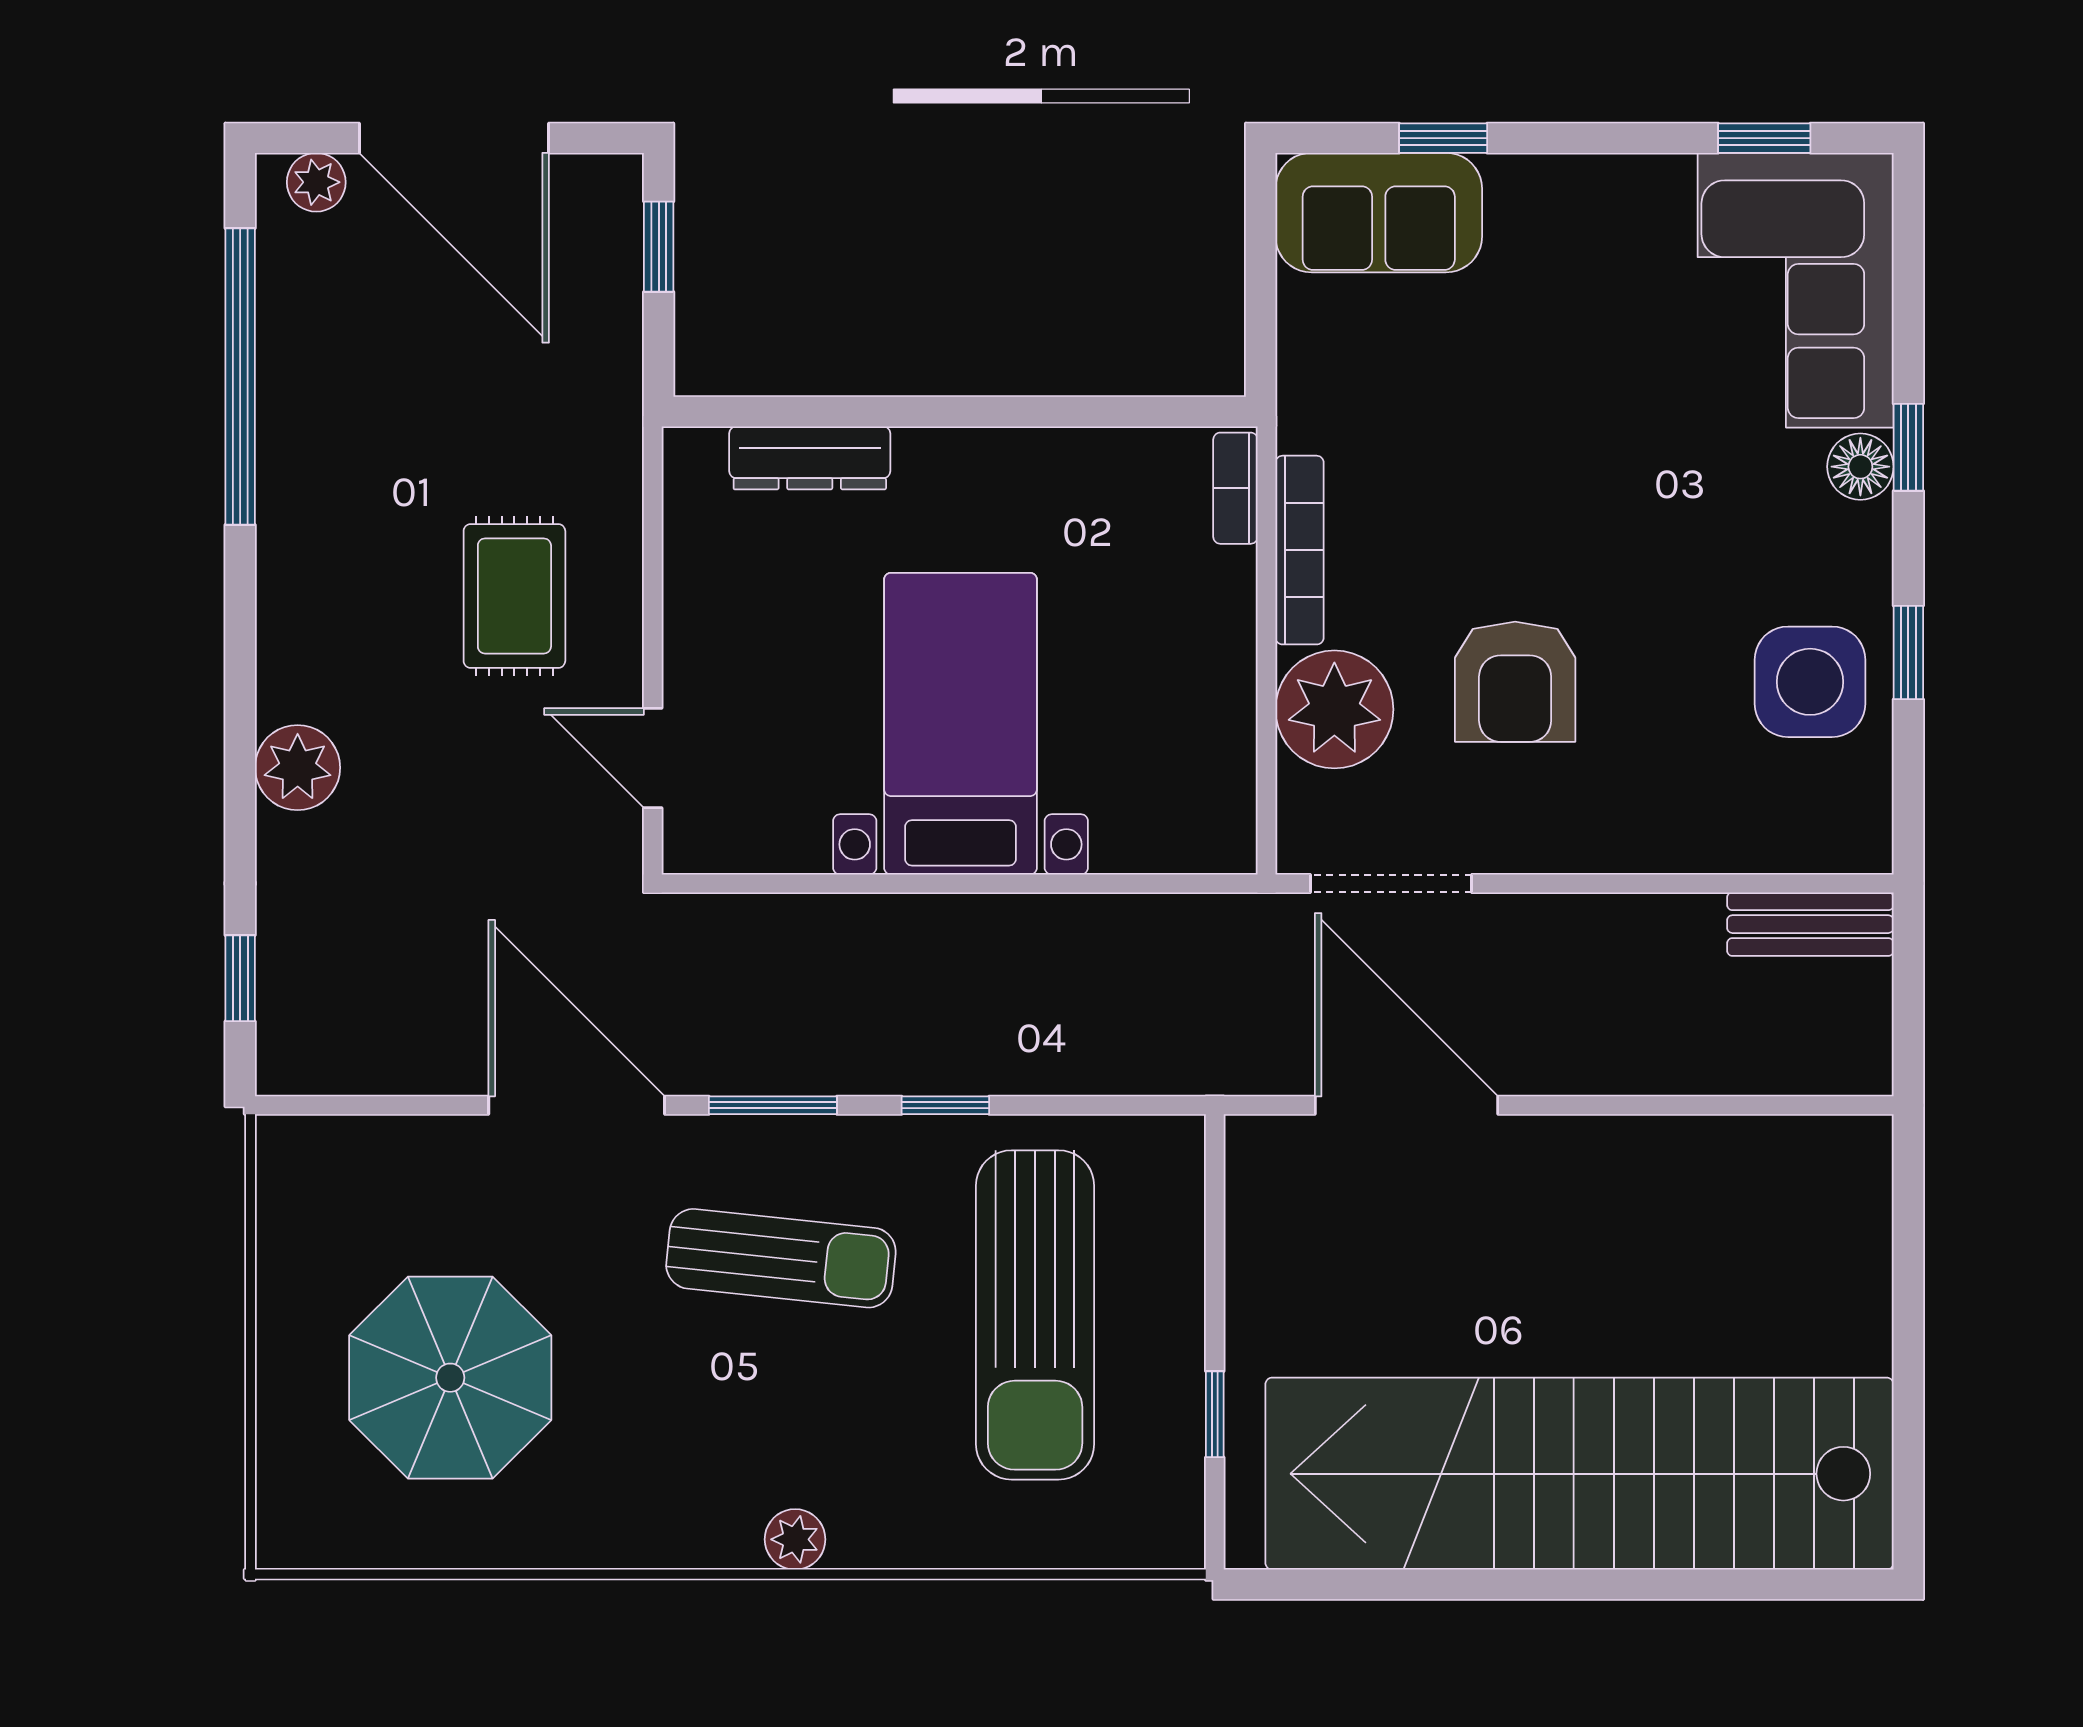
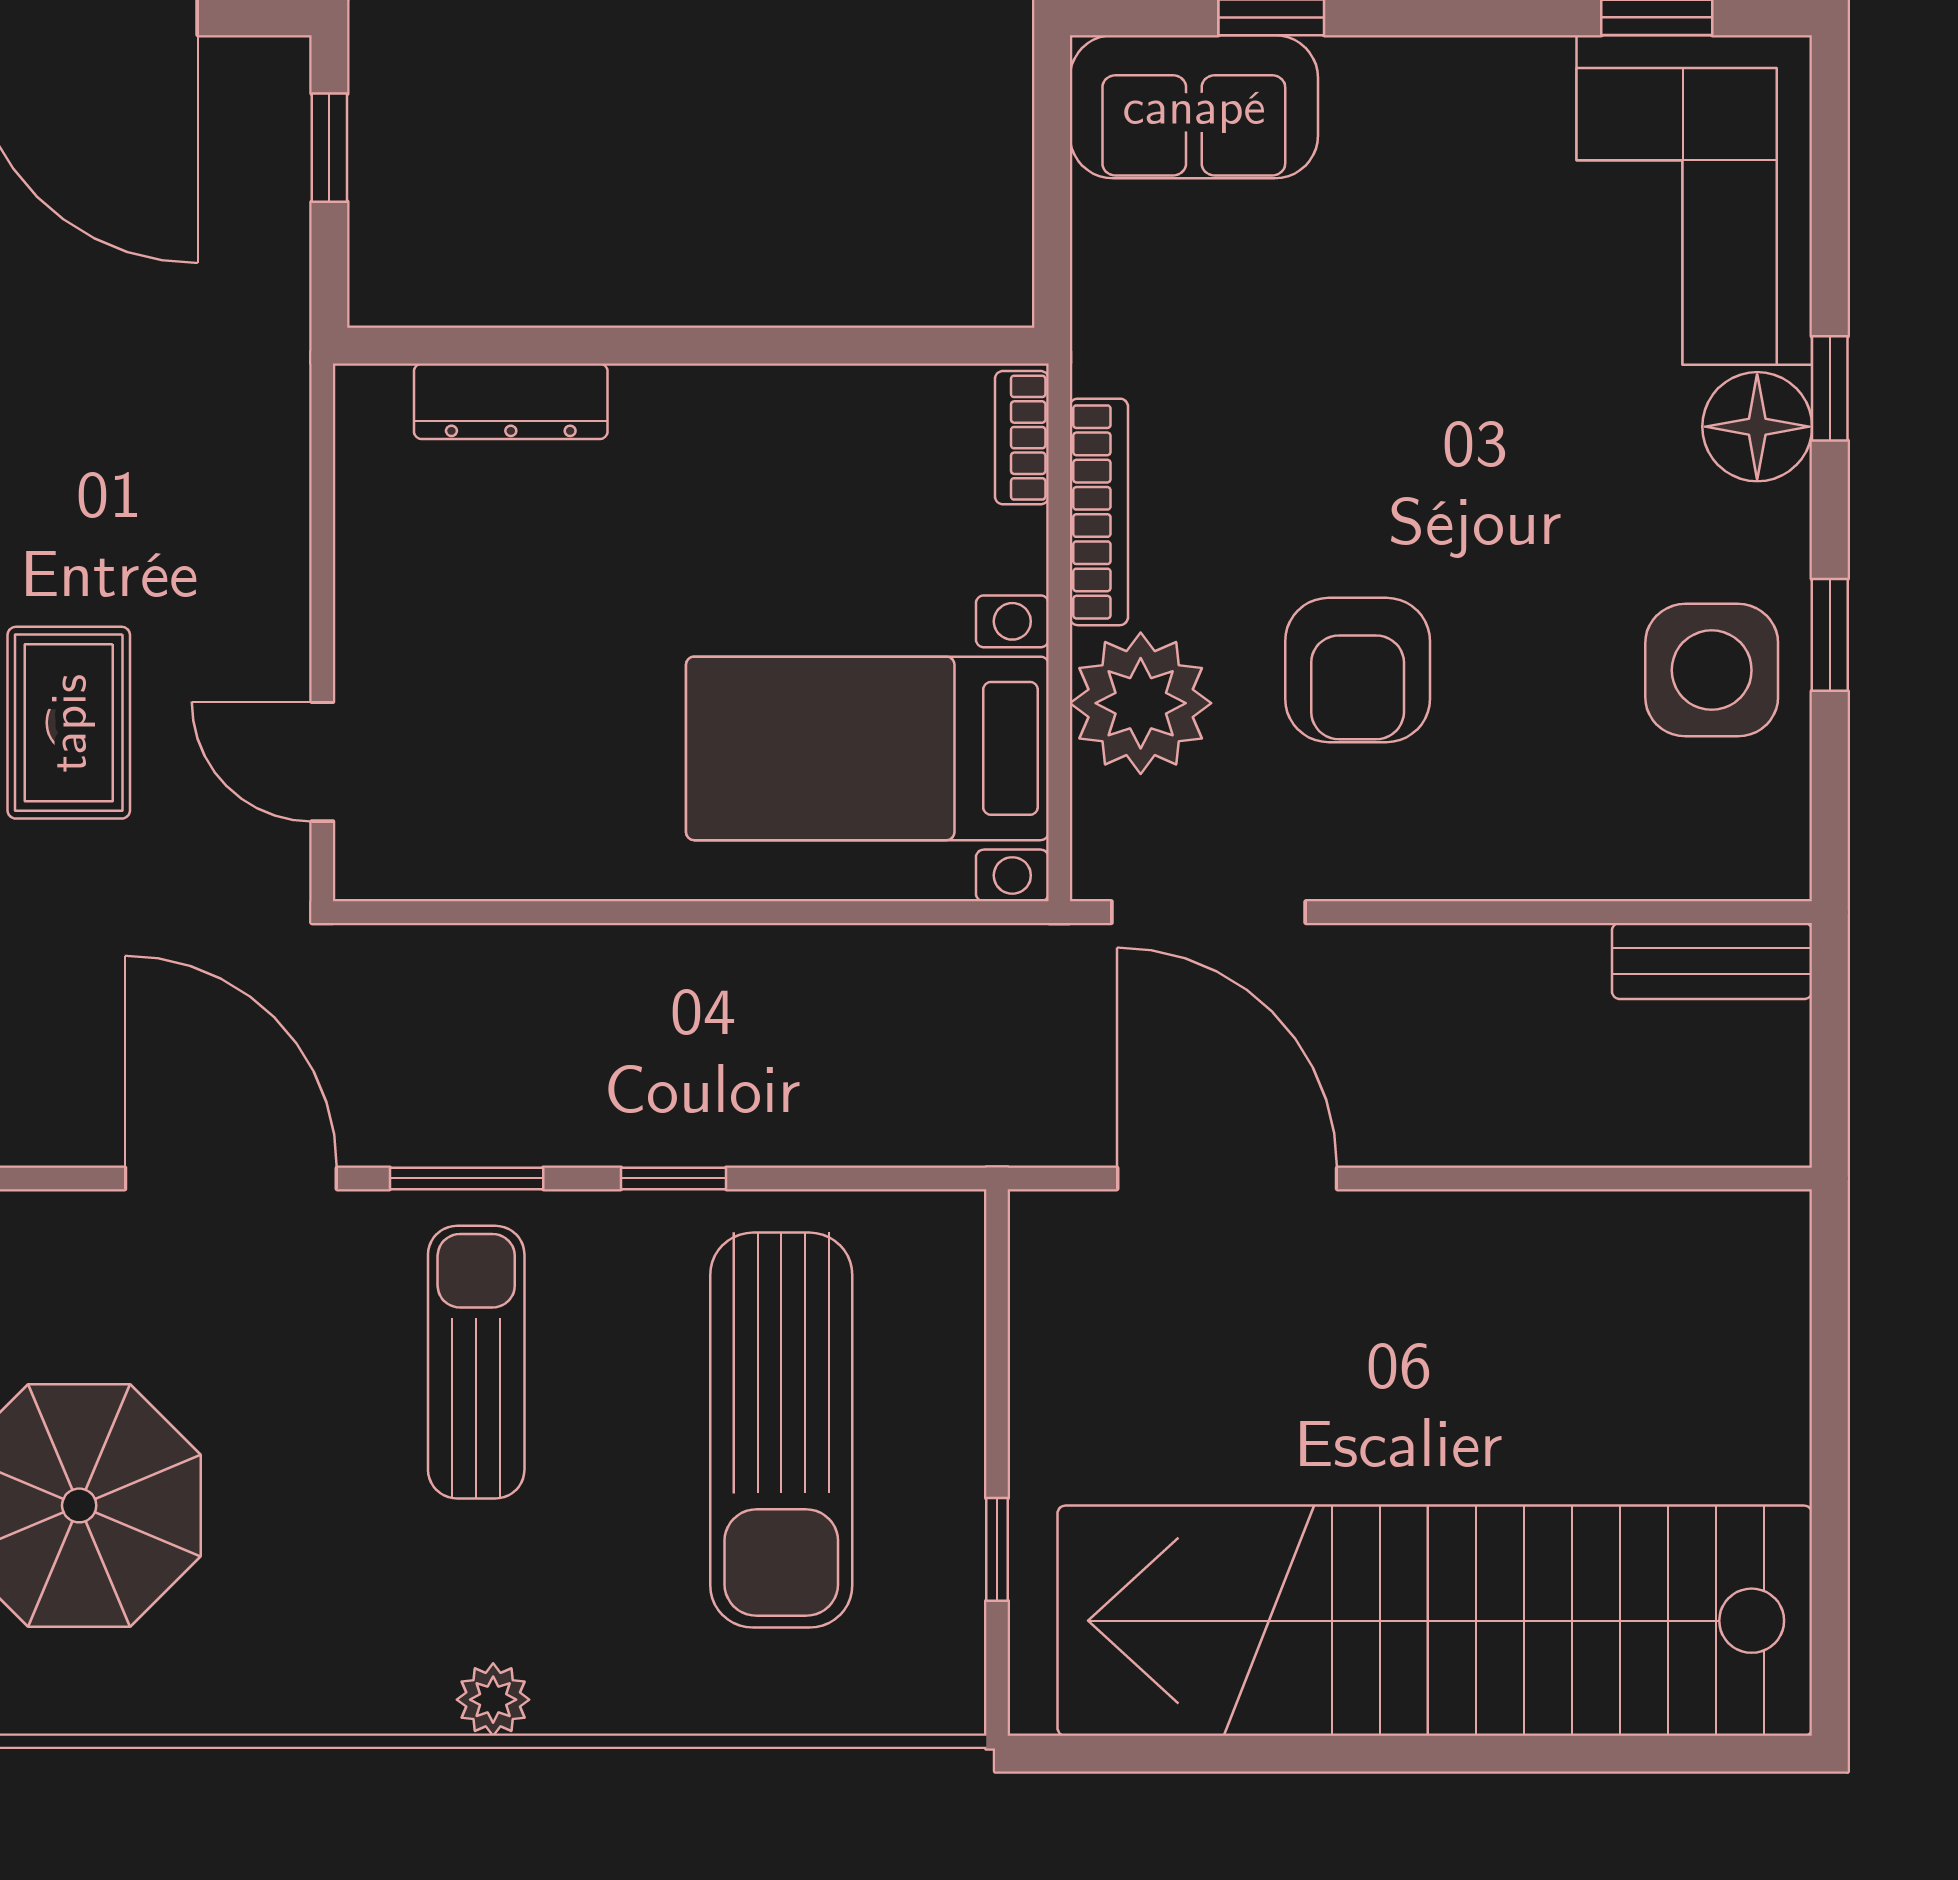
floor lamp: (1860, 467) -> (1757, 427), width x1.38, depth x1.38
rug: (514, 596) -> (69, 723), moved
bed with nightstands: (961, 724) -> (867, 748), moved, turned -90
sun lounger: (781, 1258) -> (476, 1362), turned -96

